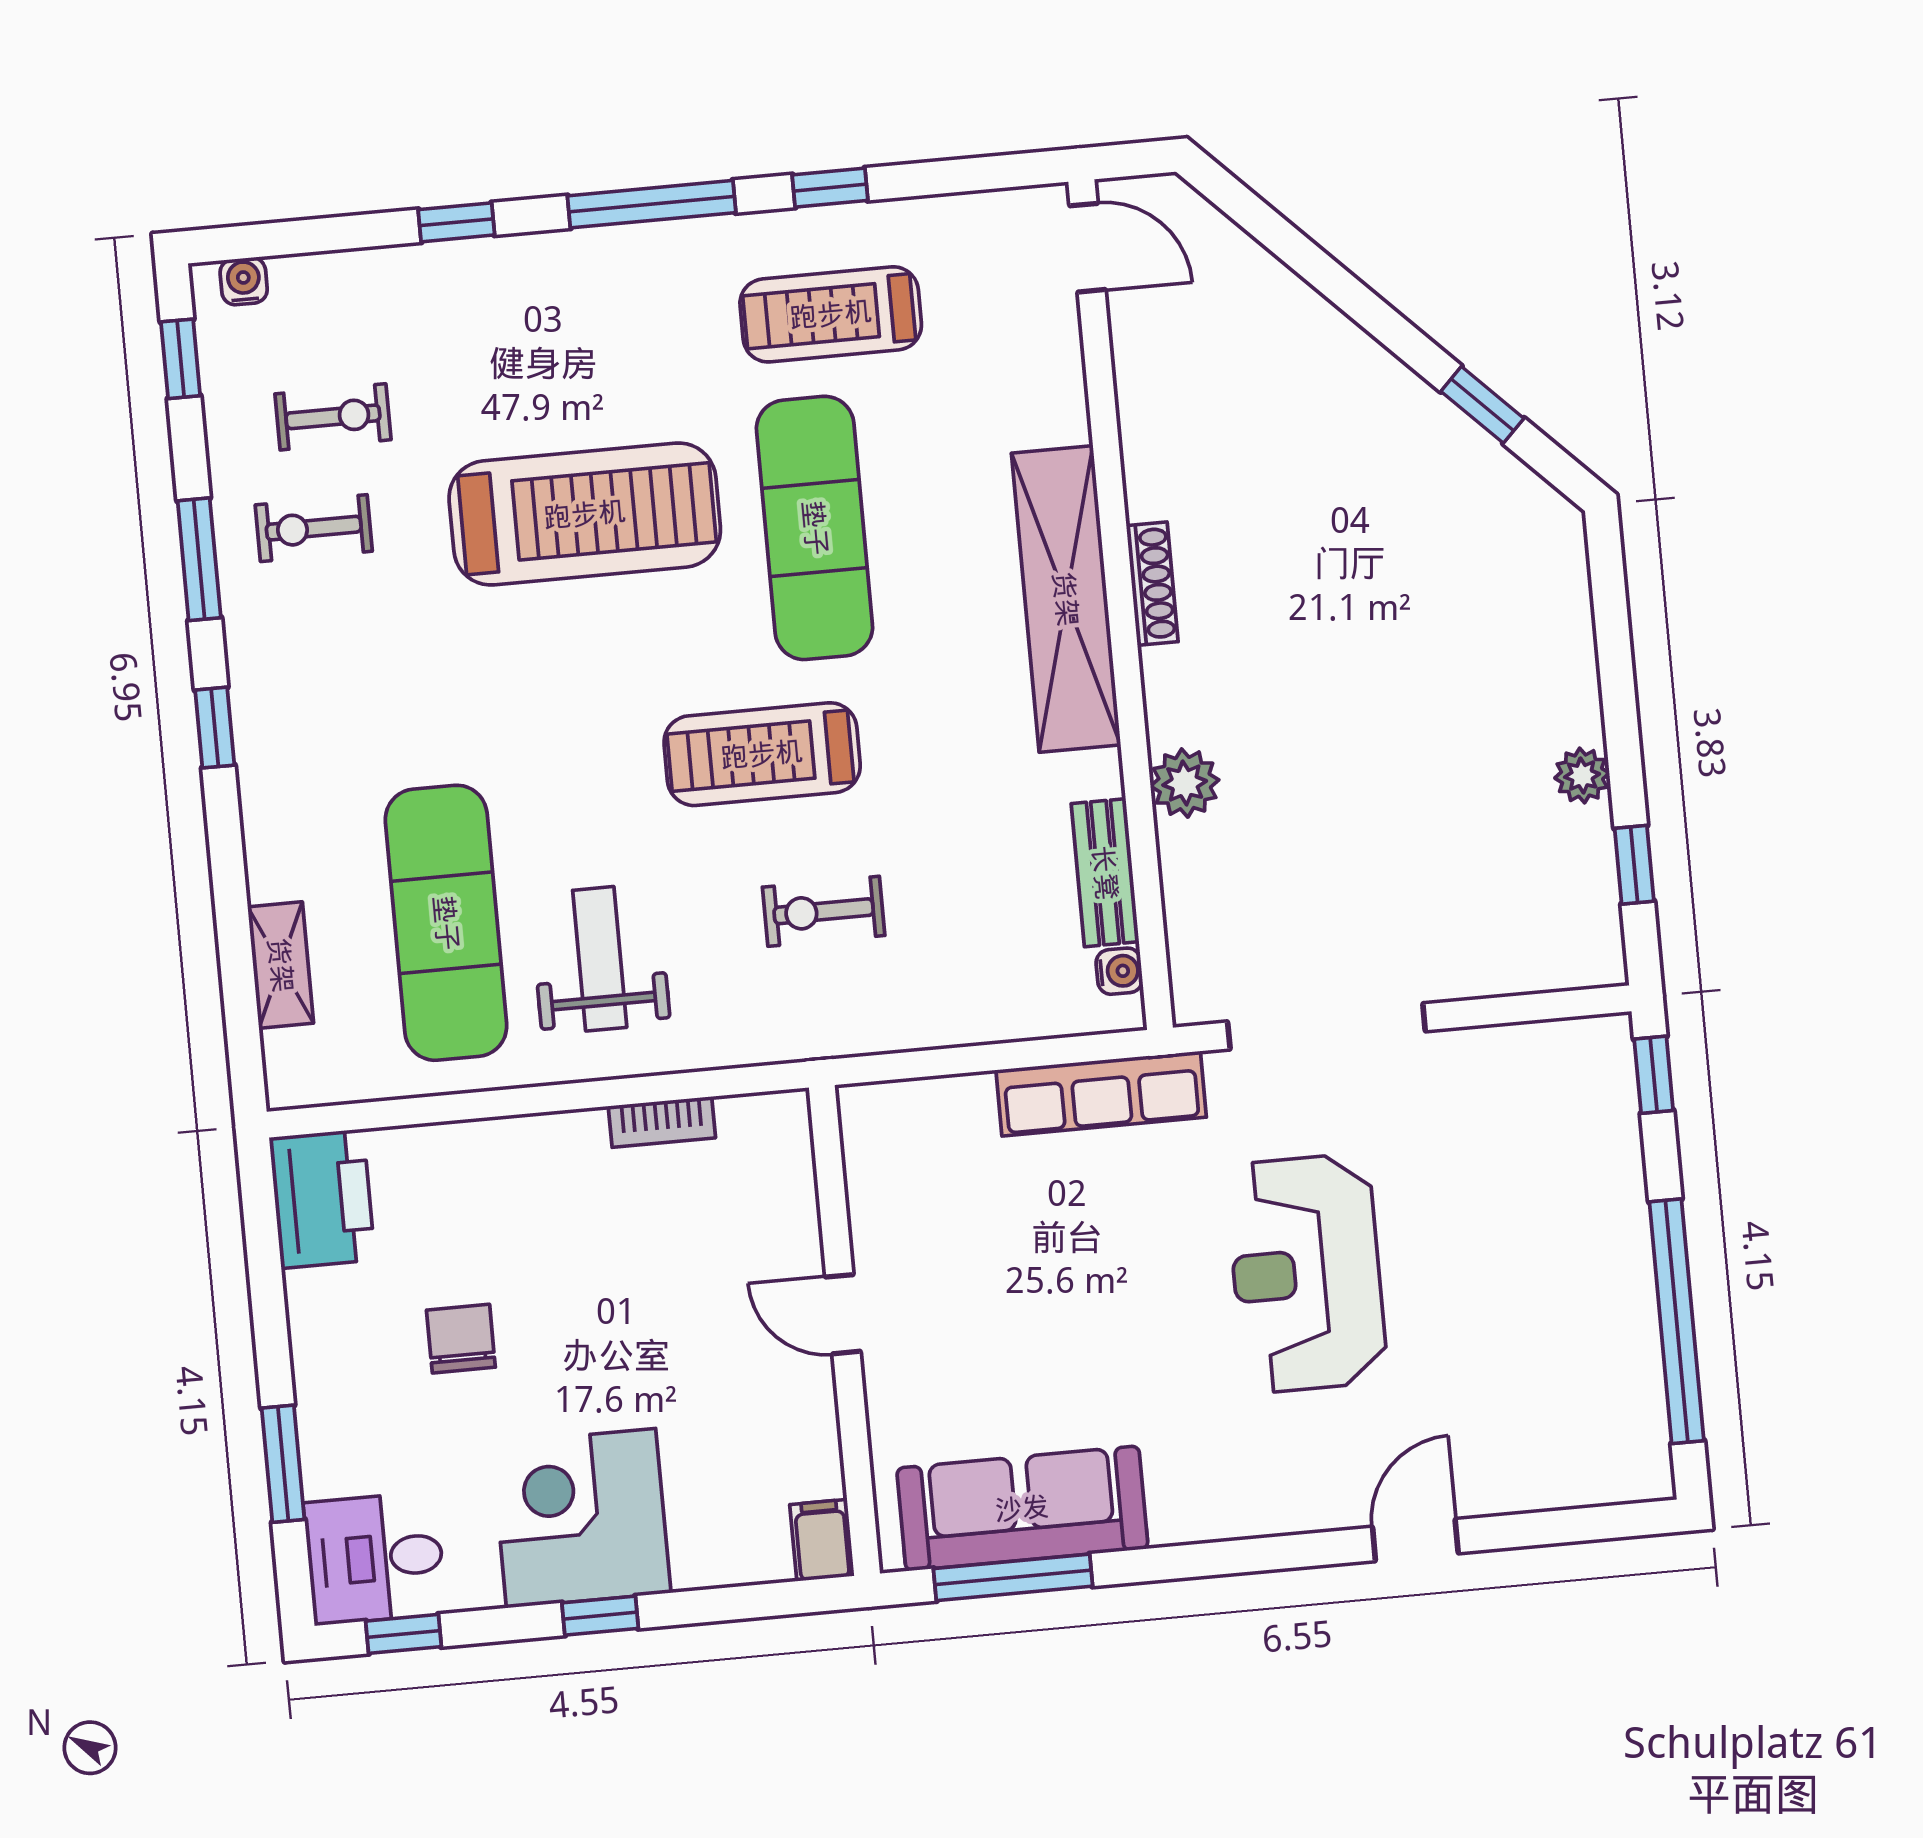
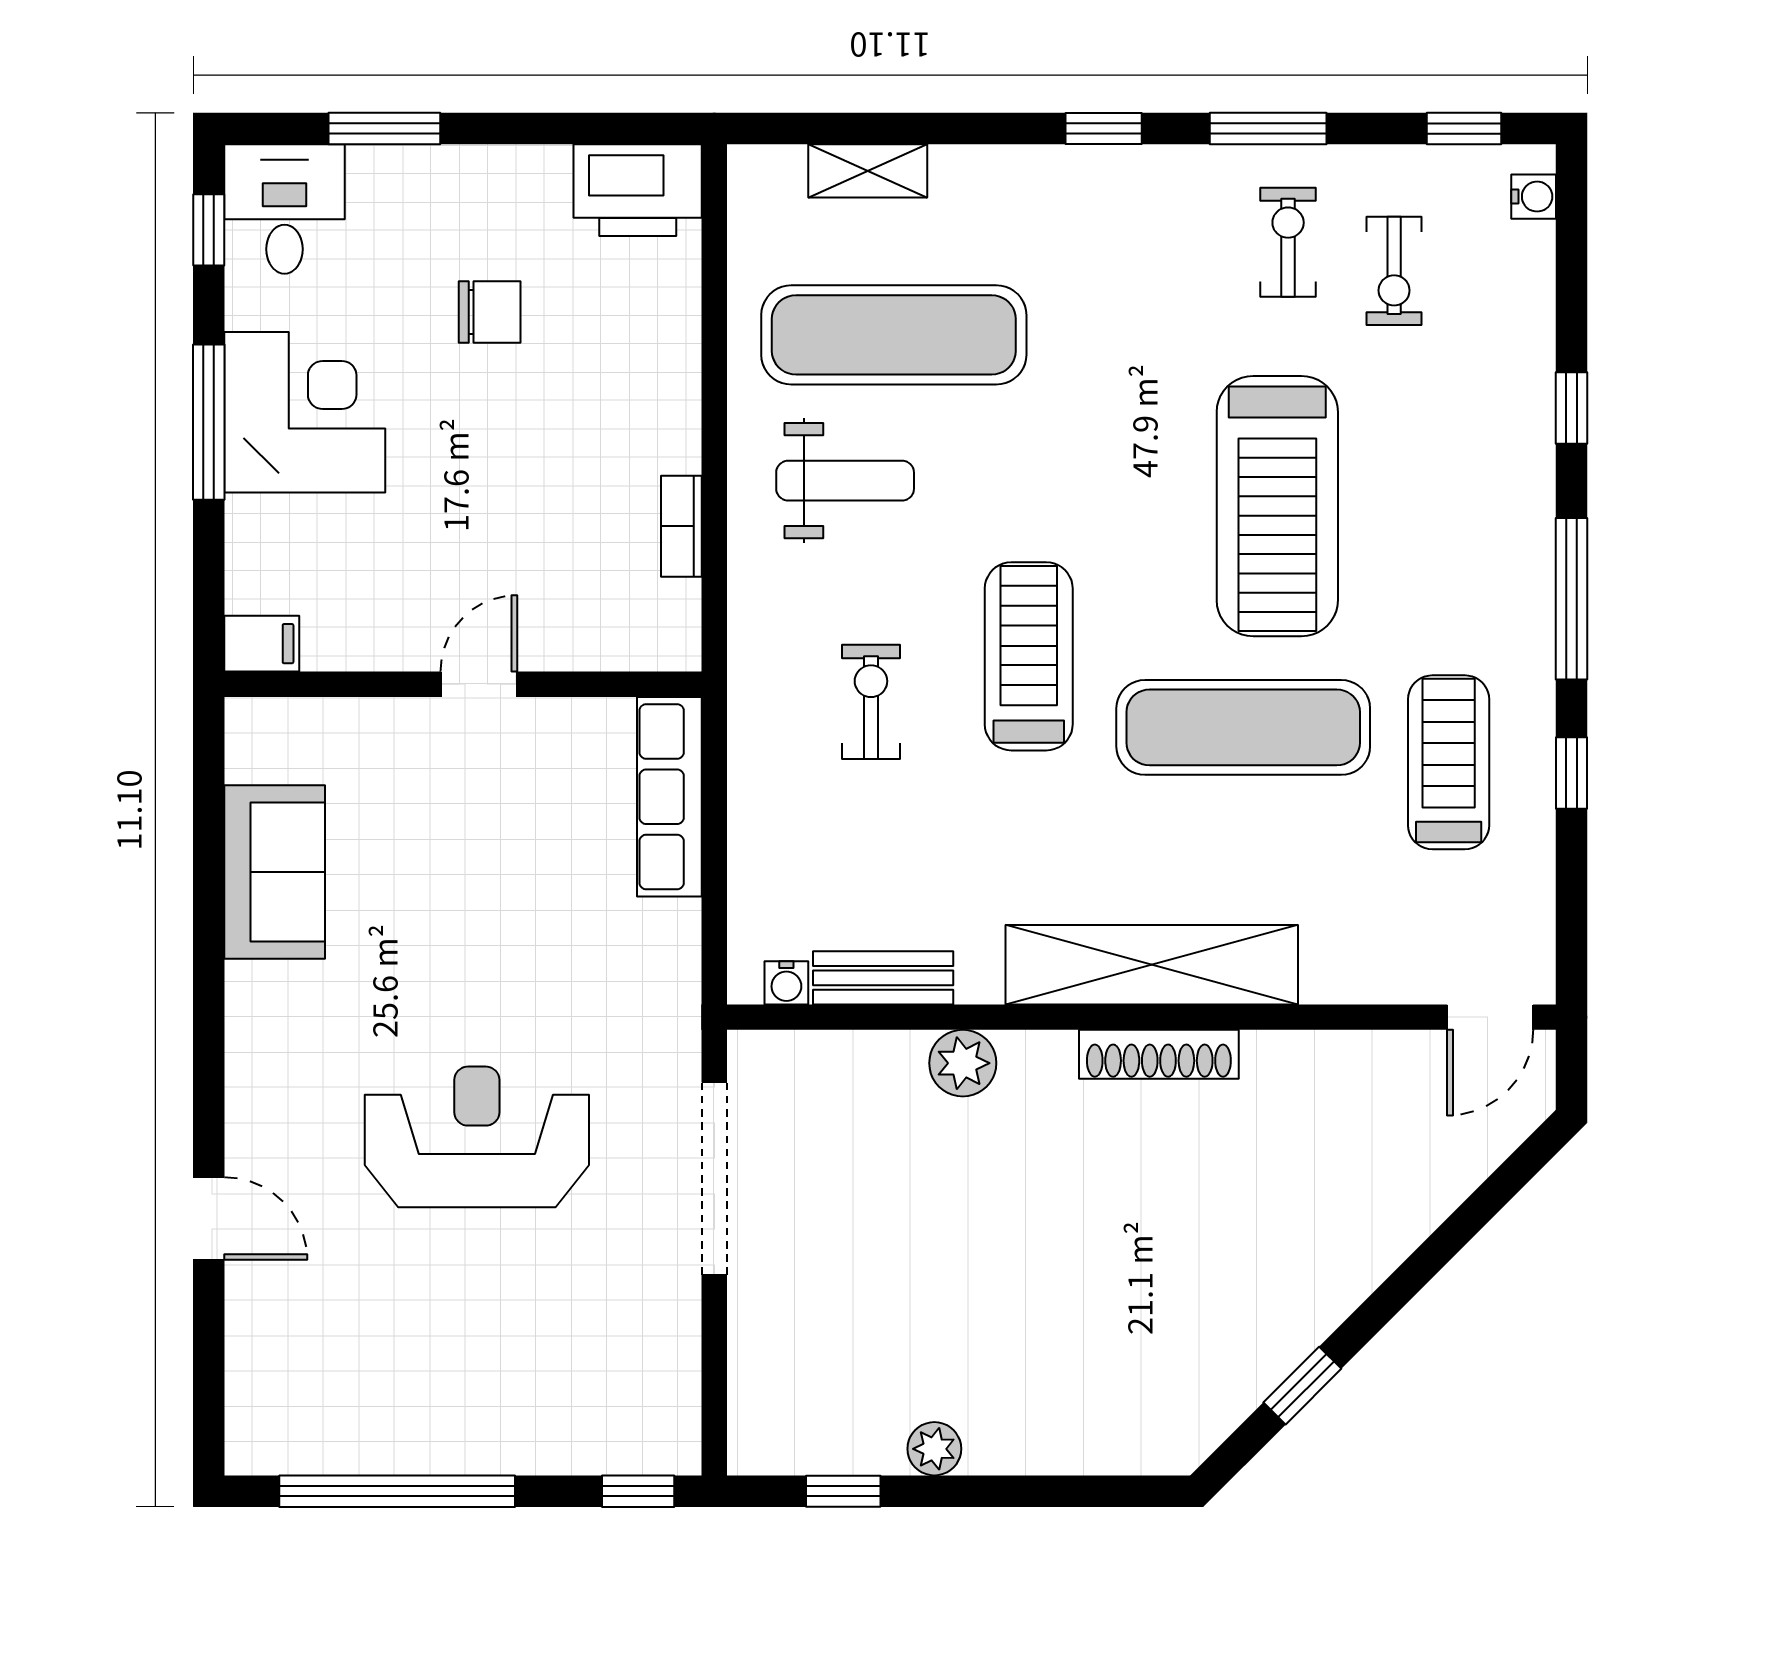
shoe rack: (1152, 584) -> (1159, 1054), width x1.36, depth x1.24
row of seats: (1101, 1094) -> (669, 797), moved
sofa: (1022, 1508) -> (275, 872), width x0.73
window: (1013, 1577) -> (209, 825), removed
window: (600, 1616) -> (209, 422), width x2.17

